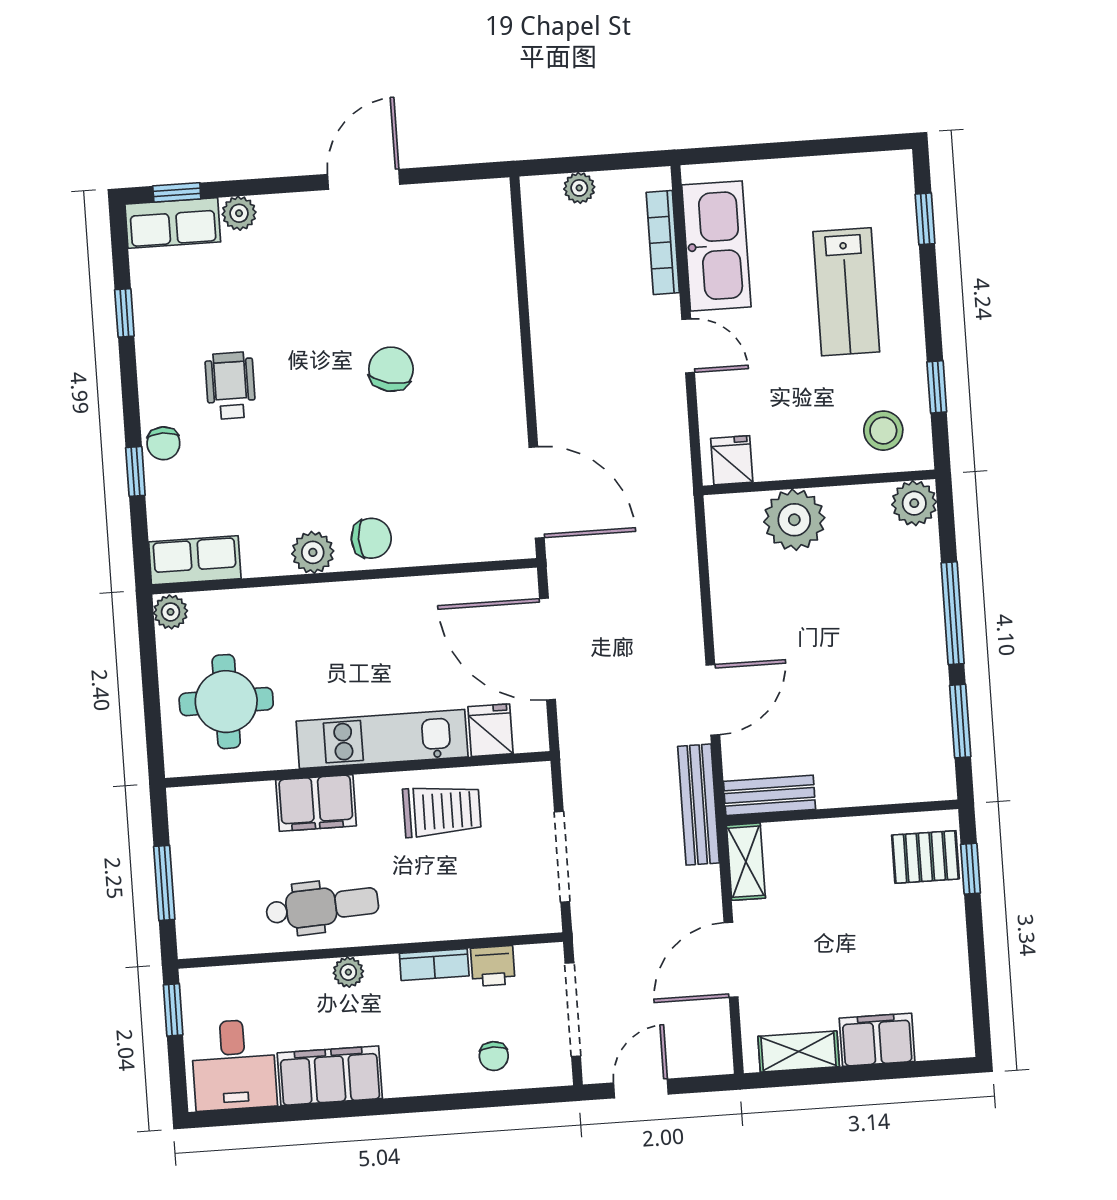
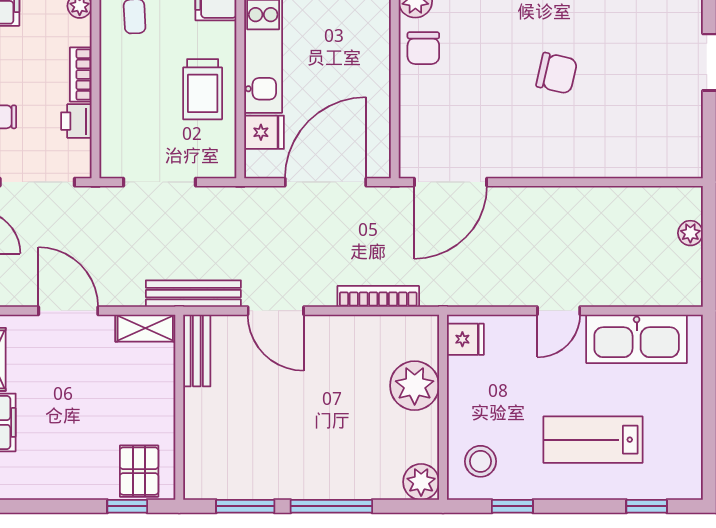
bookcase: (663, 243) -> (378, 296), moved

